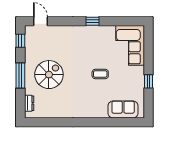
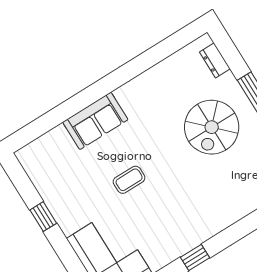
sofa: (123, 109) -> (95, 121), moved

